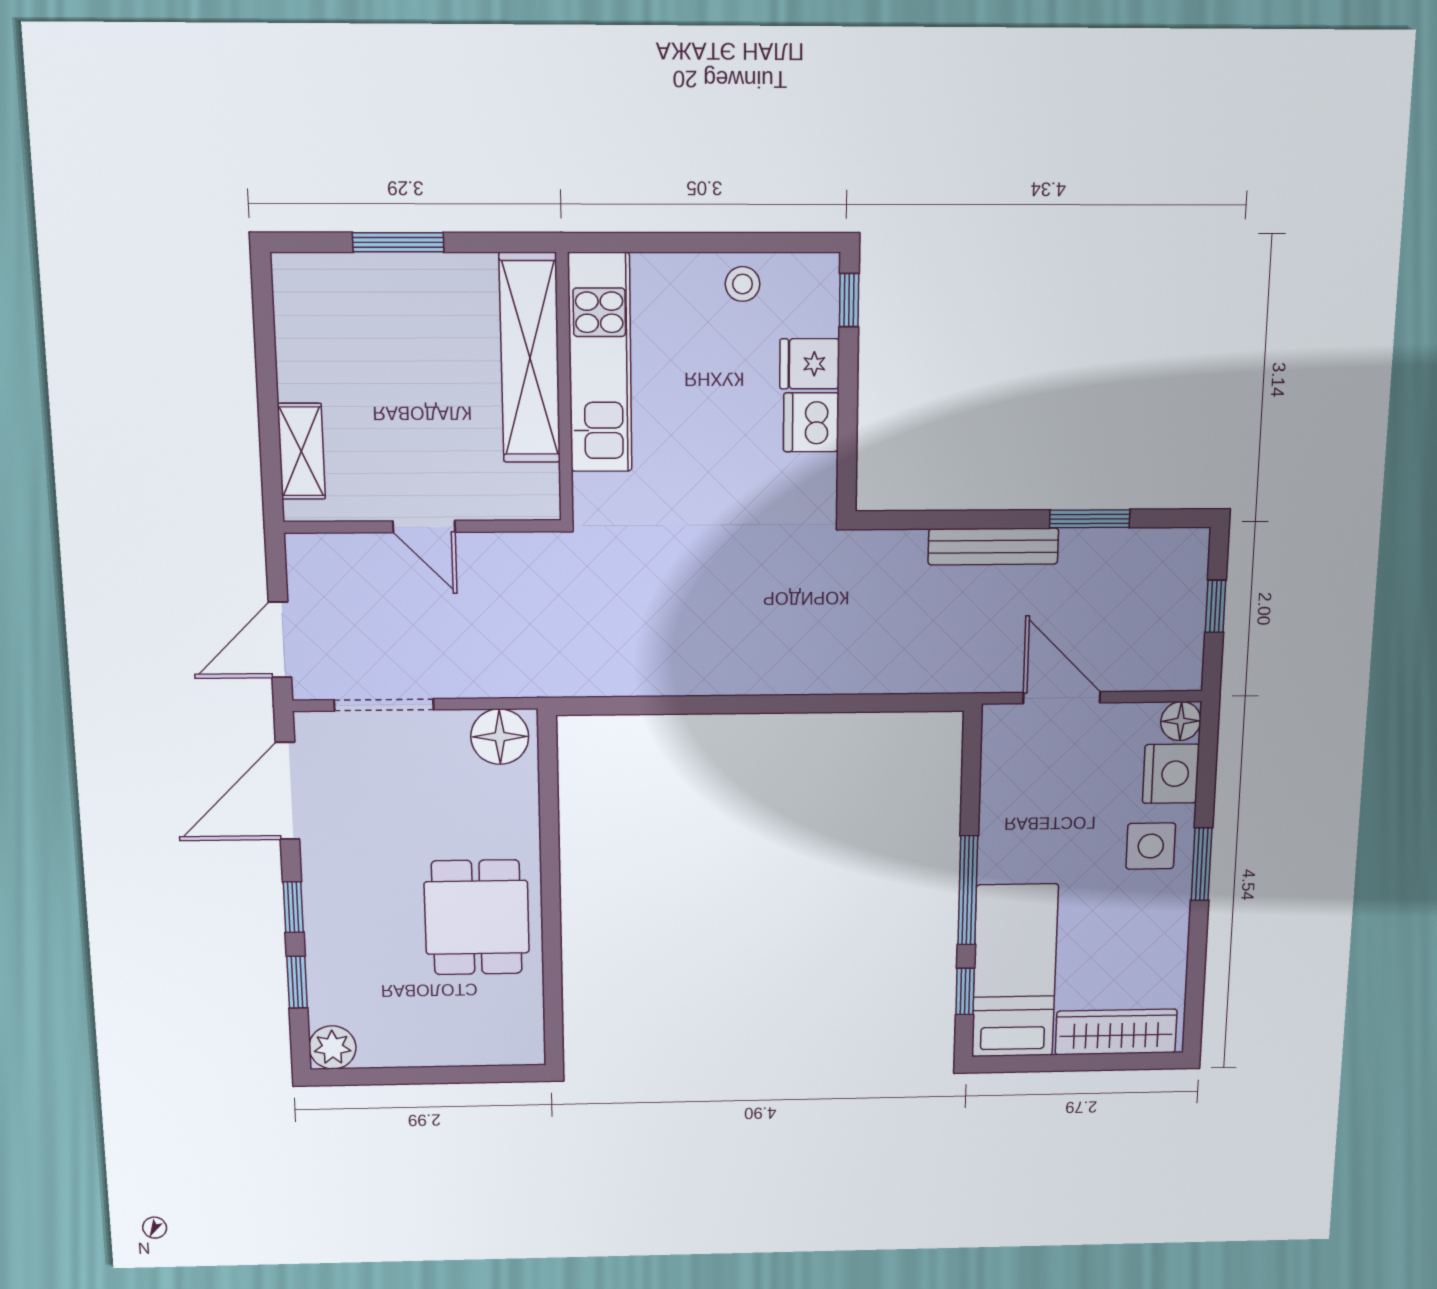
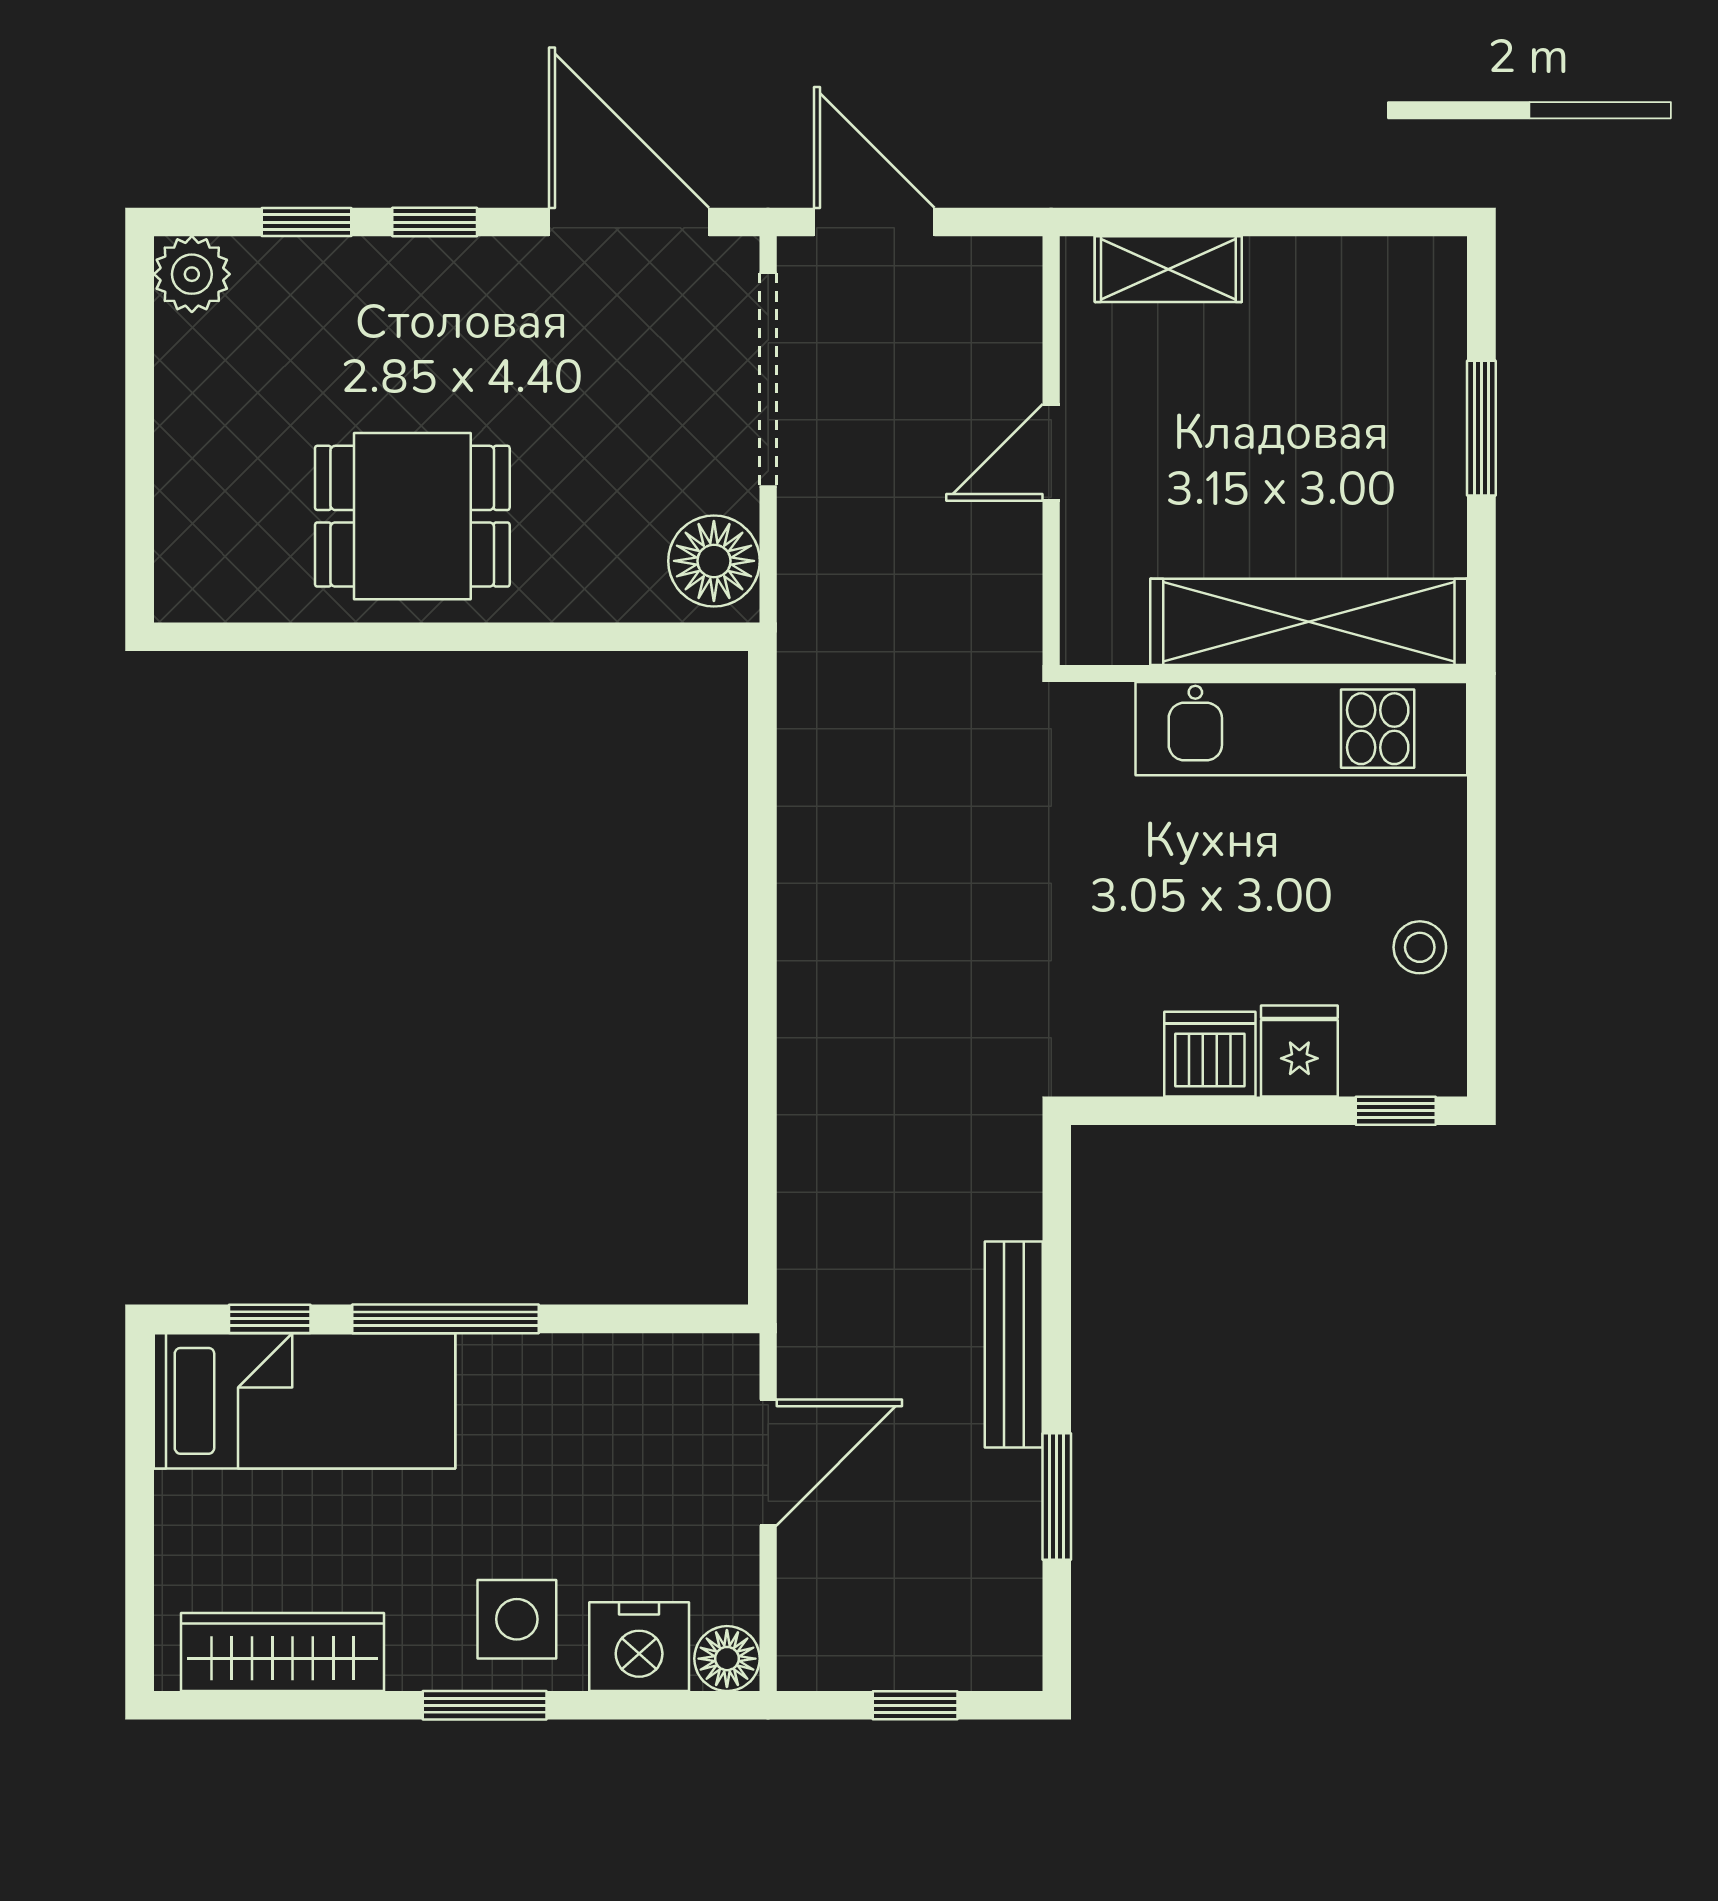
doorway: (384, 705) -> (768, 380), width x1.36
wardrobe: (1116, 1032) -> (283, 1652), moved, turned -90

